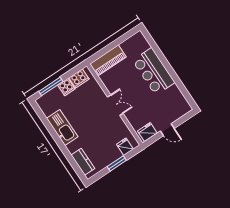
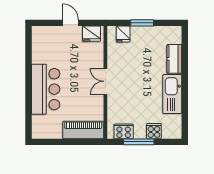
window: (51, 86) -> (139, 142), moved
cooker: (66, 87) -> (154, 131), moved
kitchen counter: (83, 162) -> (174, 59), moved

